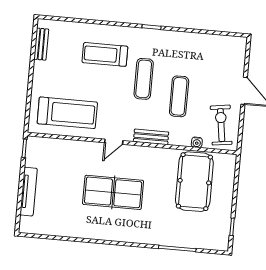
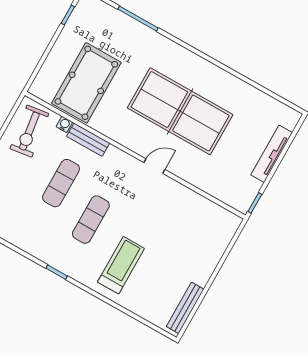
bench: (41, 44) -> (185, 308), width x1.36
treadmill: (105, 54) -> (121, 265), turned -90
treadmill: (67, 113) -> (191, 220), removed
bench: (151, 137) -> (88, 140), moved
table tennis table: (113, 192) -> (180, 111), width x1.36, depth x1.32

